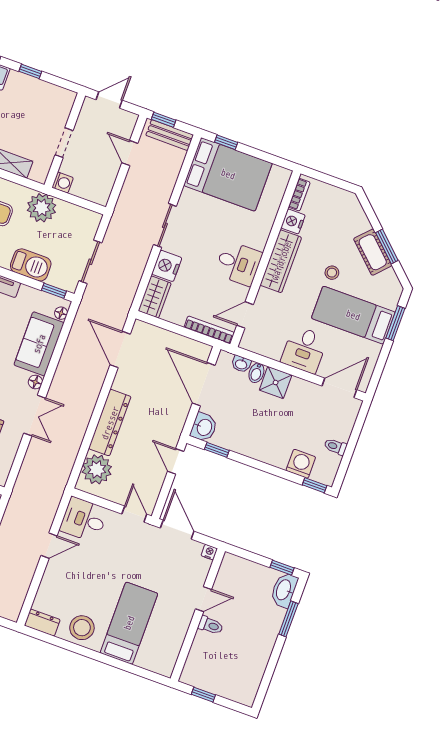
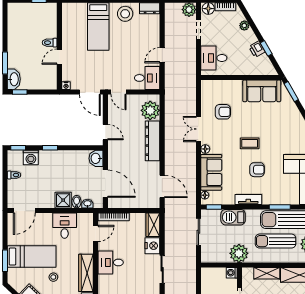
desk: (304, 350) -> (65, 226), moved
window: (217, 450) -> (50, 148), moved

